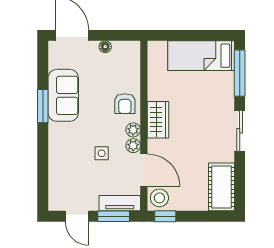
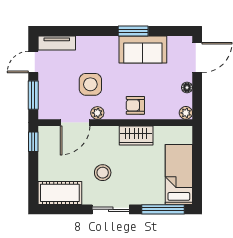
wardrobe: (158, 120) -> (136, 135), moved
plant: (133, 130) -> (186, 113), moved
side table: (102, 153) -> (90, 84), width x1.87, depth x1.87
stool: (159, 198) -> (103, 173), moved
tv unit: (120, 203) -> (57, 43), moved, turned 90

